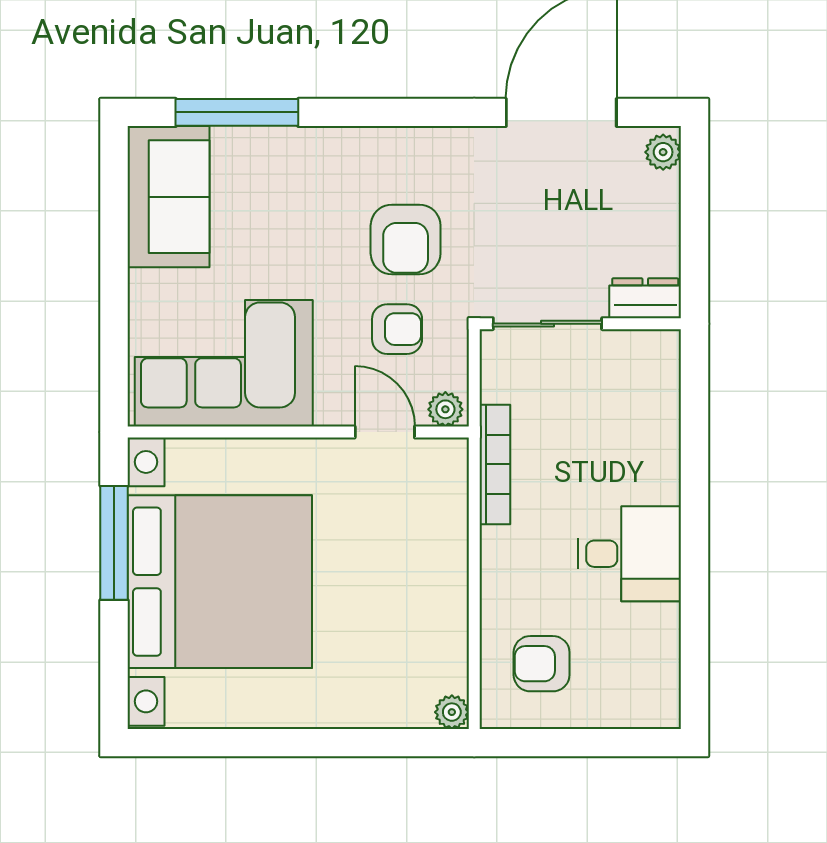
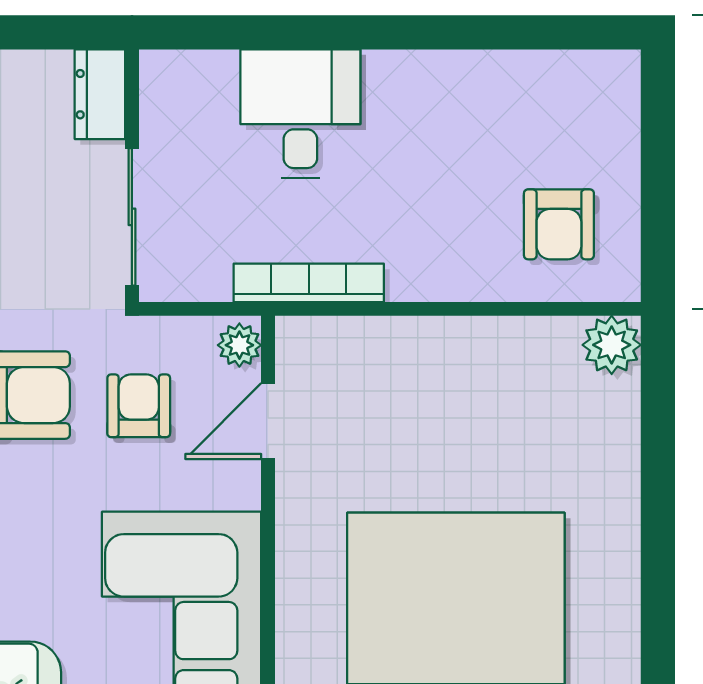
desk: (629, 554) -> (300, 114), moved
plant: (452, 712) -> (612, 345), width x1.38, depth x1.38

